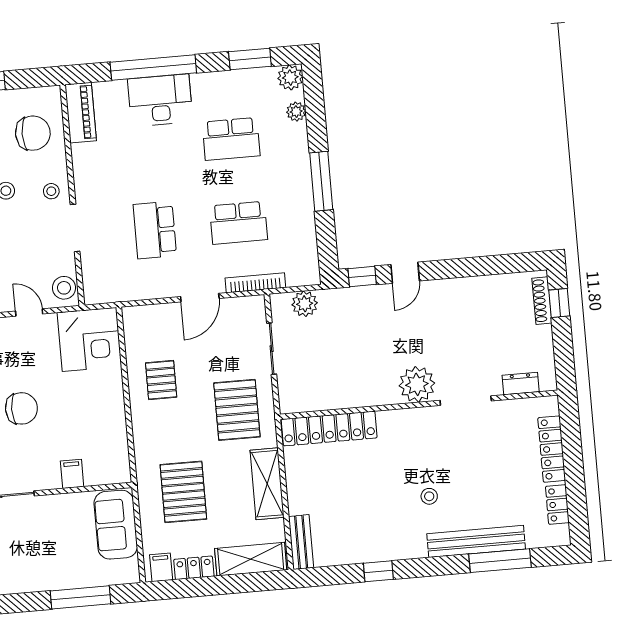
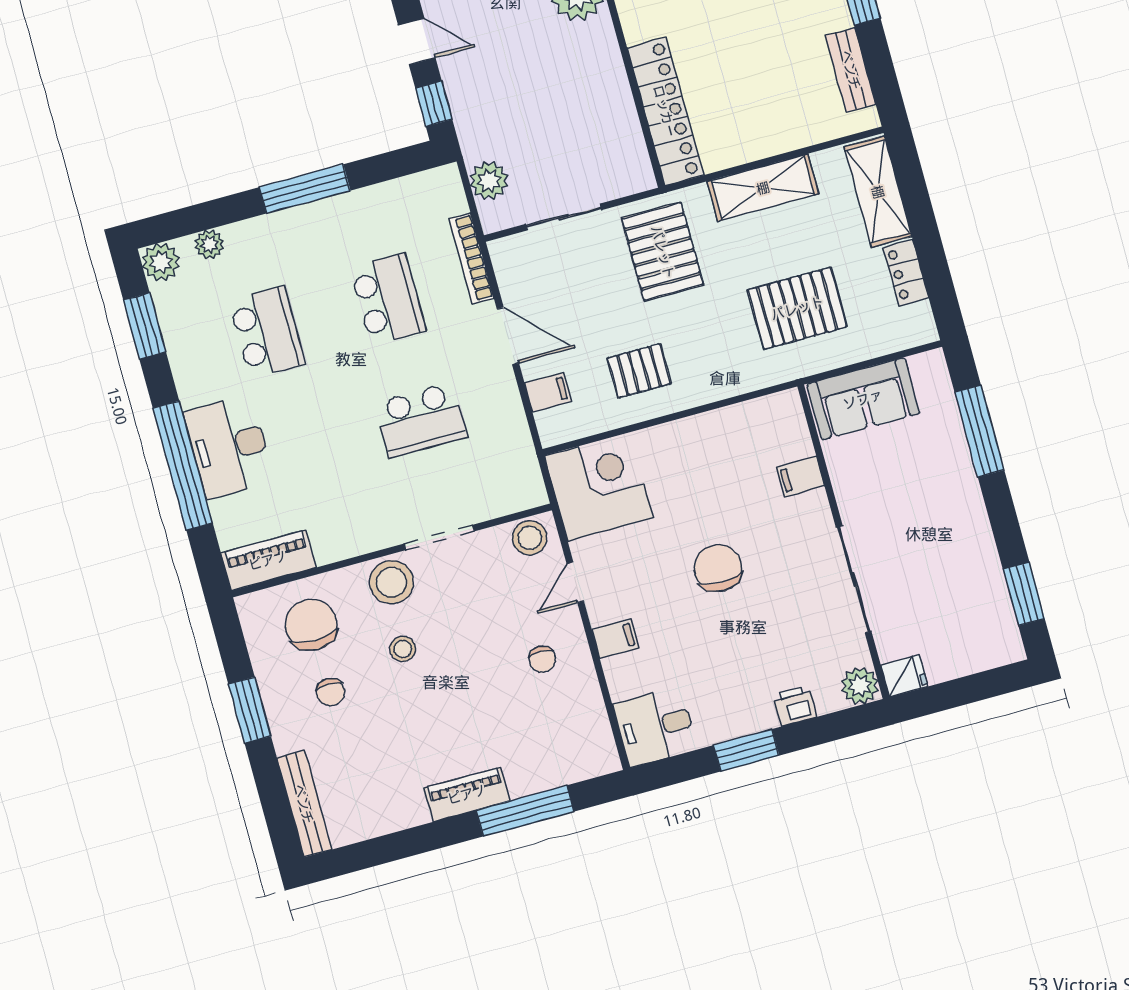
stool: (51, 191) -> (391, 582), width x1.89, depth x1.89
pallet: (237, 410) -> (663, 252), turned 90
bench: (301, 542) -> (851, 70), moved, turned 90
filing cabinet: (161, 567) -> (548, 392), moved, turned 180

